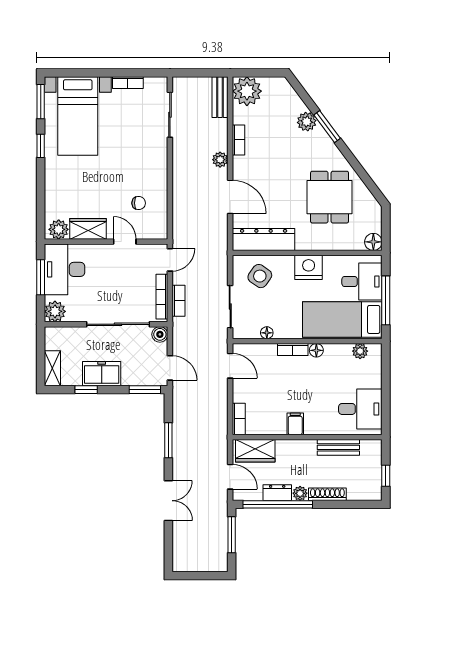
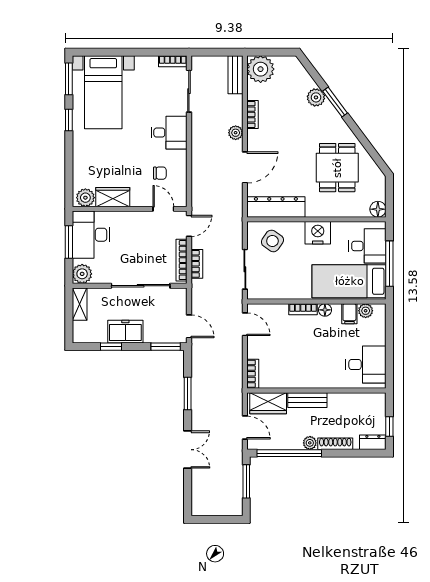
bookcase: (128, 83) -> (173, 61), moved
desk: (148, 159) -> (169, 133), added
door: (230, 197) -> (245, 167), hinge flipped
door: (125, 242) -> (163, 209), moved
floor lamp: (267, 333) -> (279, 294), removed
boiler: (160, 334) -> (180, 295), removed
shelving: (52, 368) -> (80, 304), moved
filing cabinet: (295, 424) -> (349, 314), moved, turned 180
bench: (338, 447) -> (307, 400), moved
dresser: (277, 493) -> (373, 442), moved

